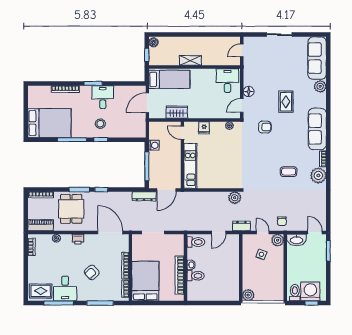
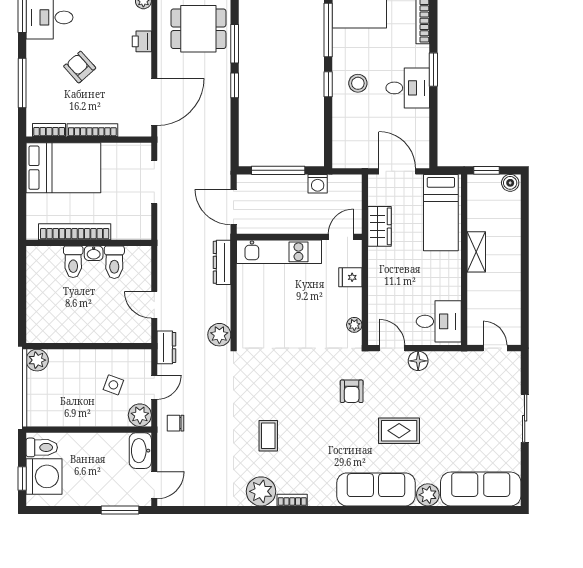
sofa: (317, 129) -> (376, 489), moved
dresser: (144, 196) -> (222, 262), moved
toilet: (196, 242) -> (114, 262), moved

